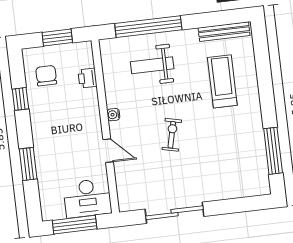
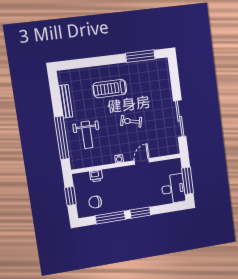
bench: (224, 32) -> (66, 101), moved
treadmill: (222, 81) -> (110, 89), moved
window: (20, 99) -> (110, 218), width x2.17
window: (28, 164) -> (140, 213), moved
desk: (87, 198) -> (173, 189), moved

